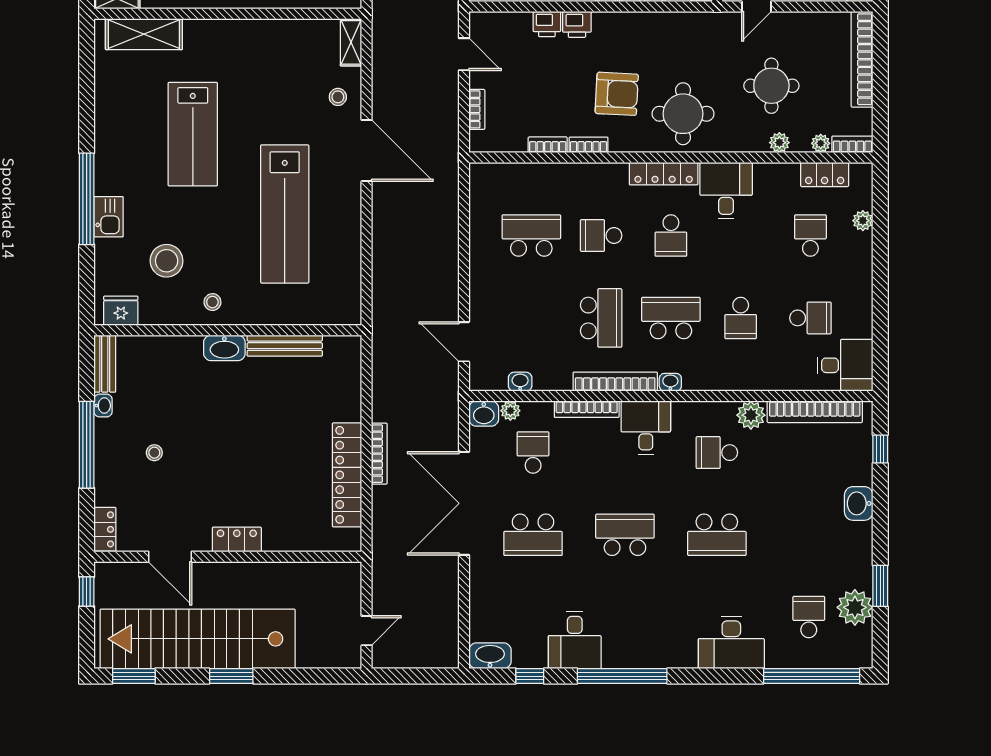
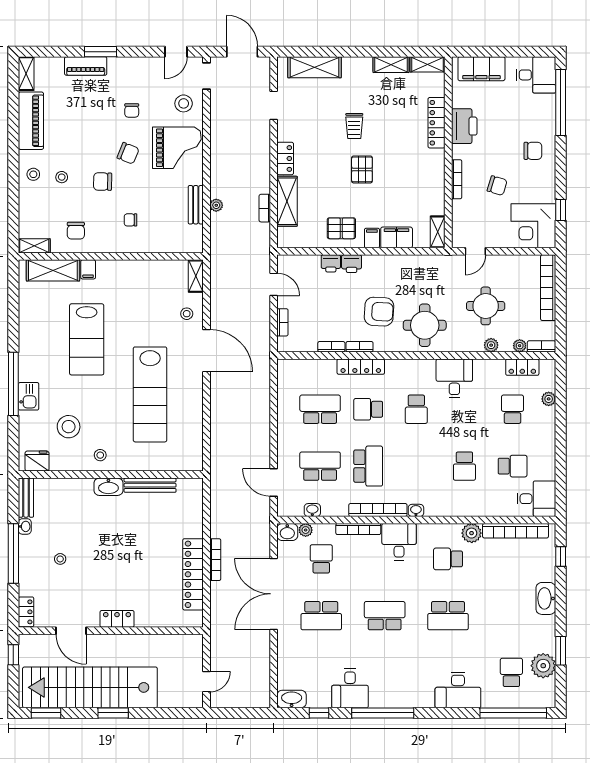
filing cabinet: (195, 33) -> (88, 269), added
locker: (664, 174) -> (361, 367), moved
school desk: (671, 318) -> (320, 466), moved
washbasin: (859, 503) -> (546, 598), width x1.38

